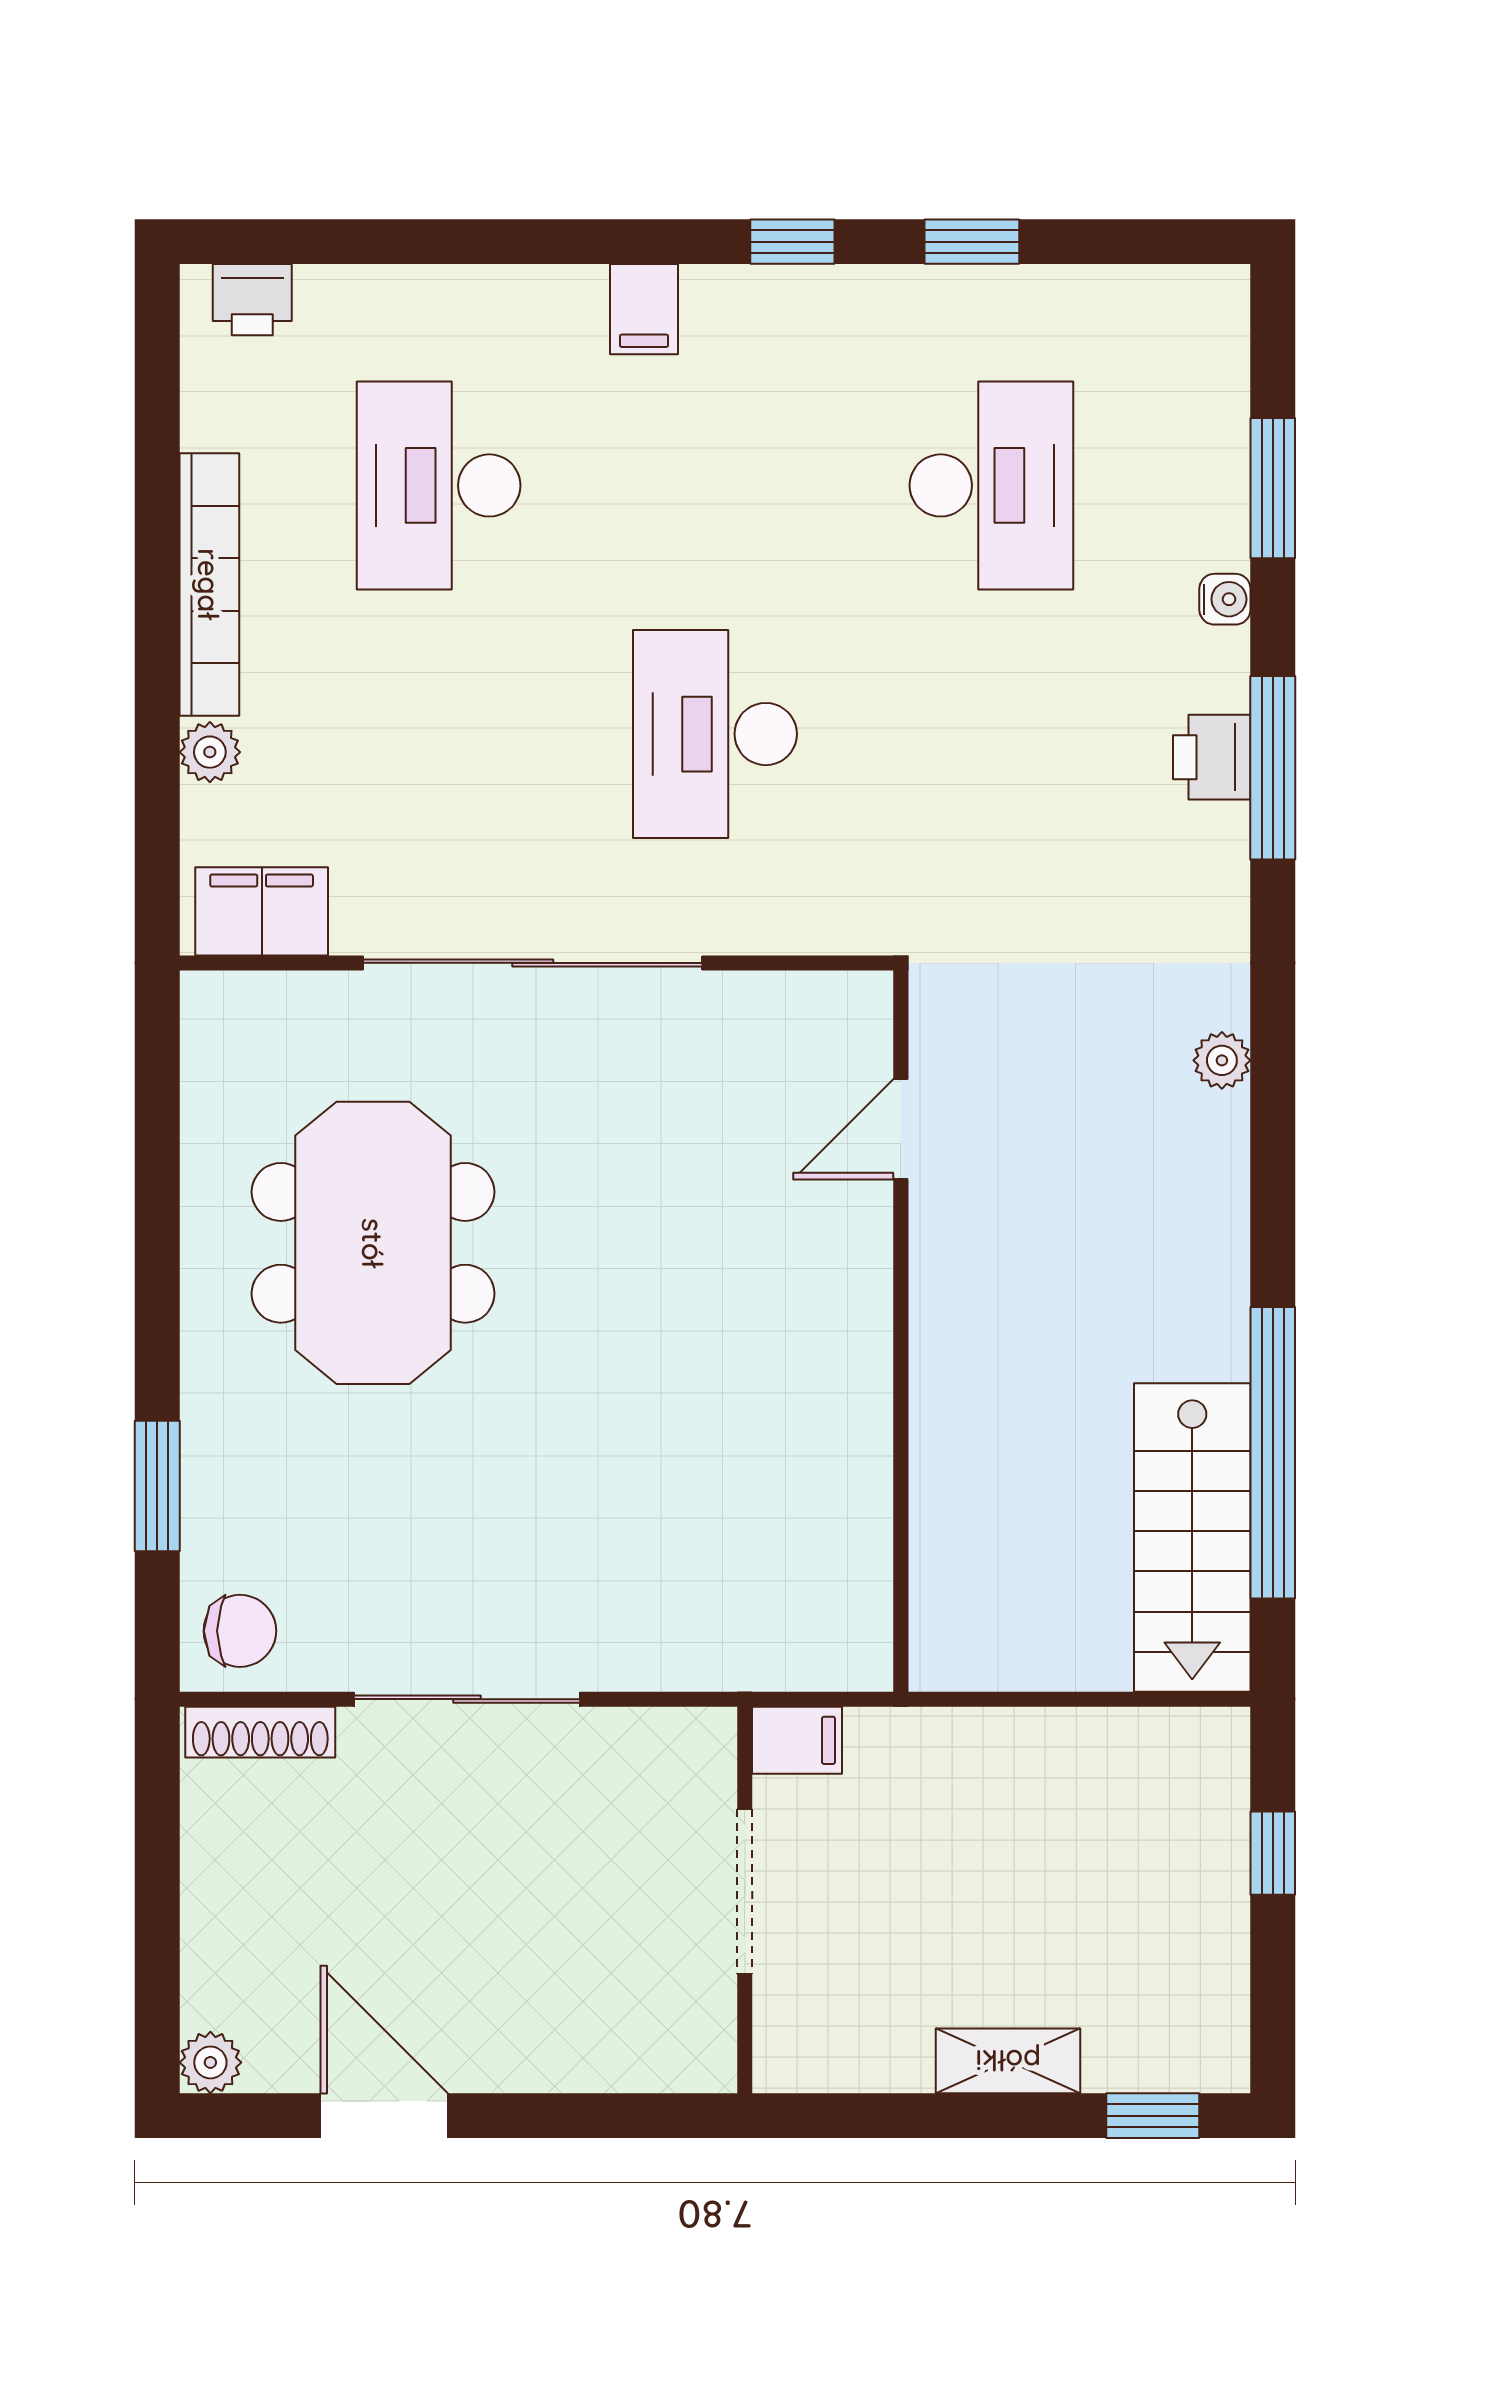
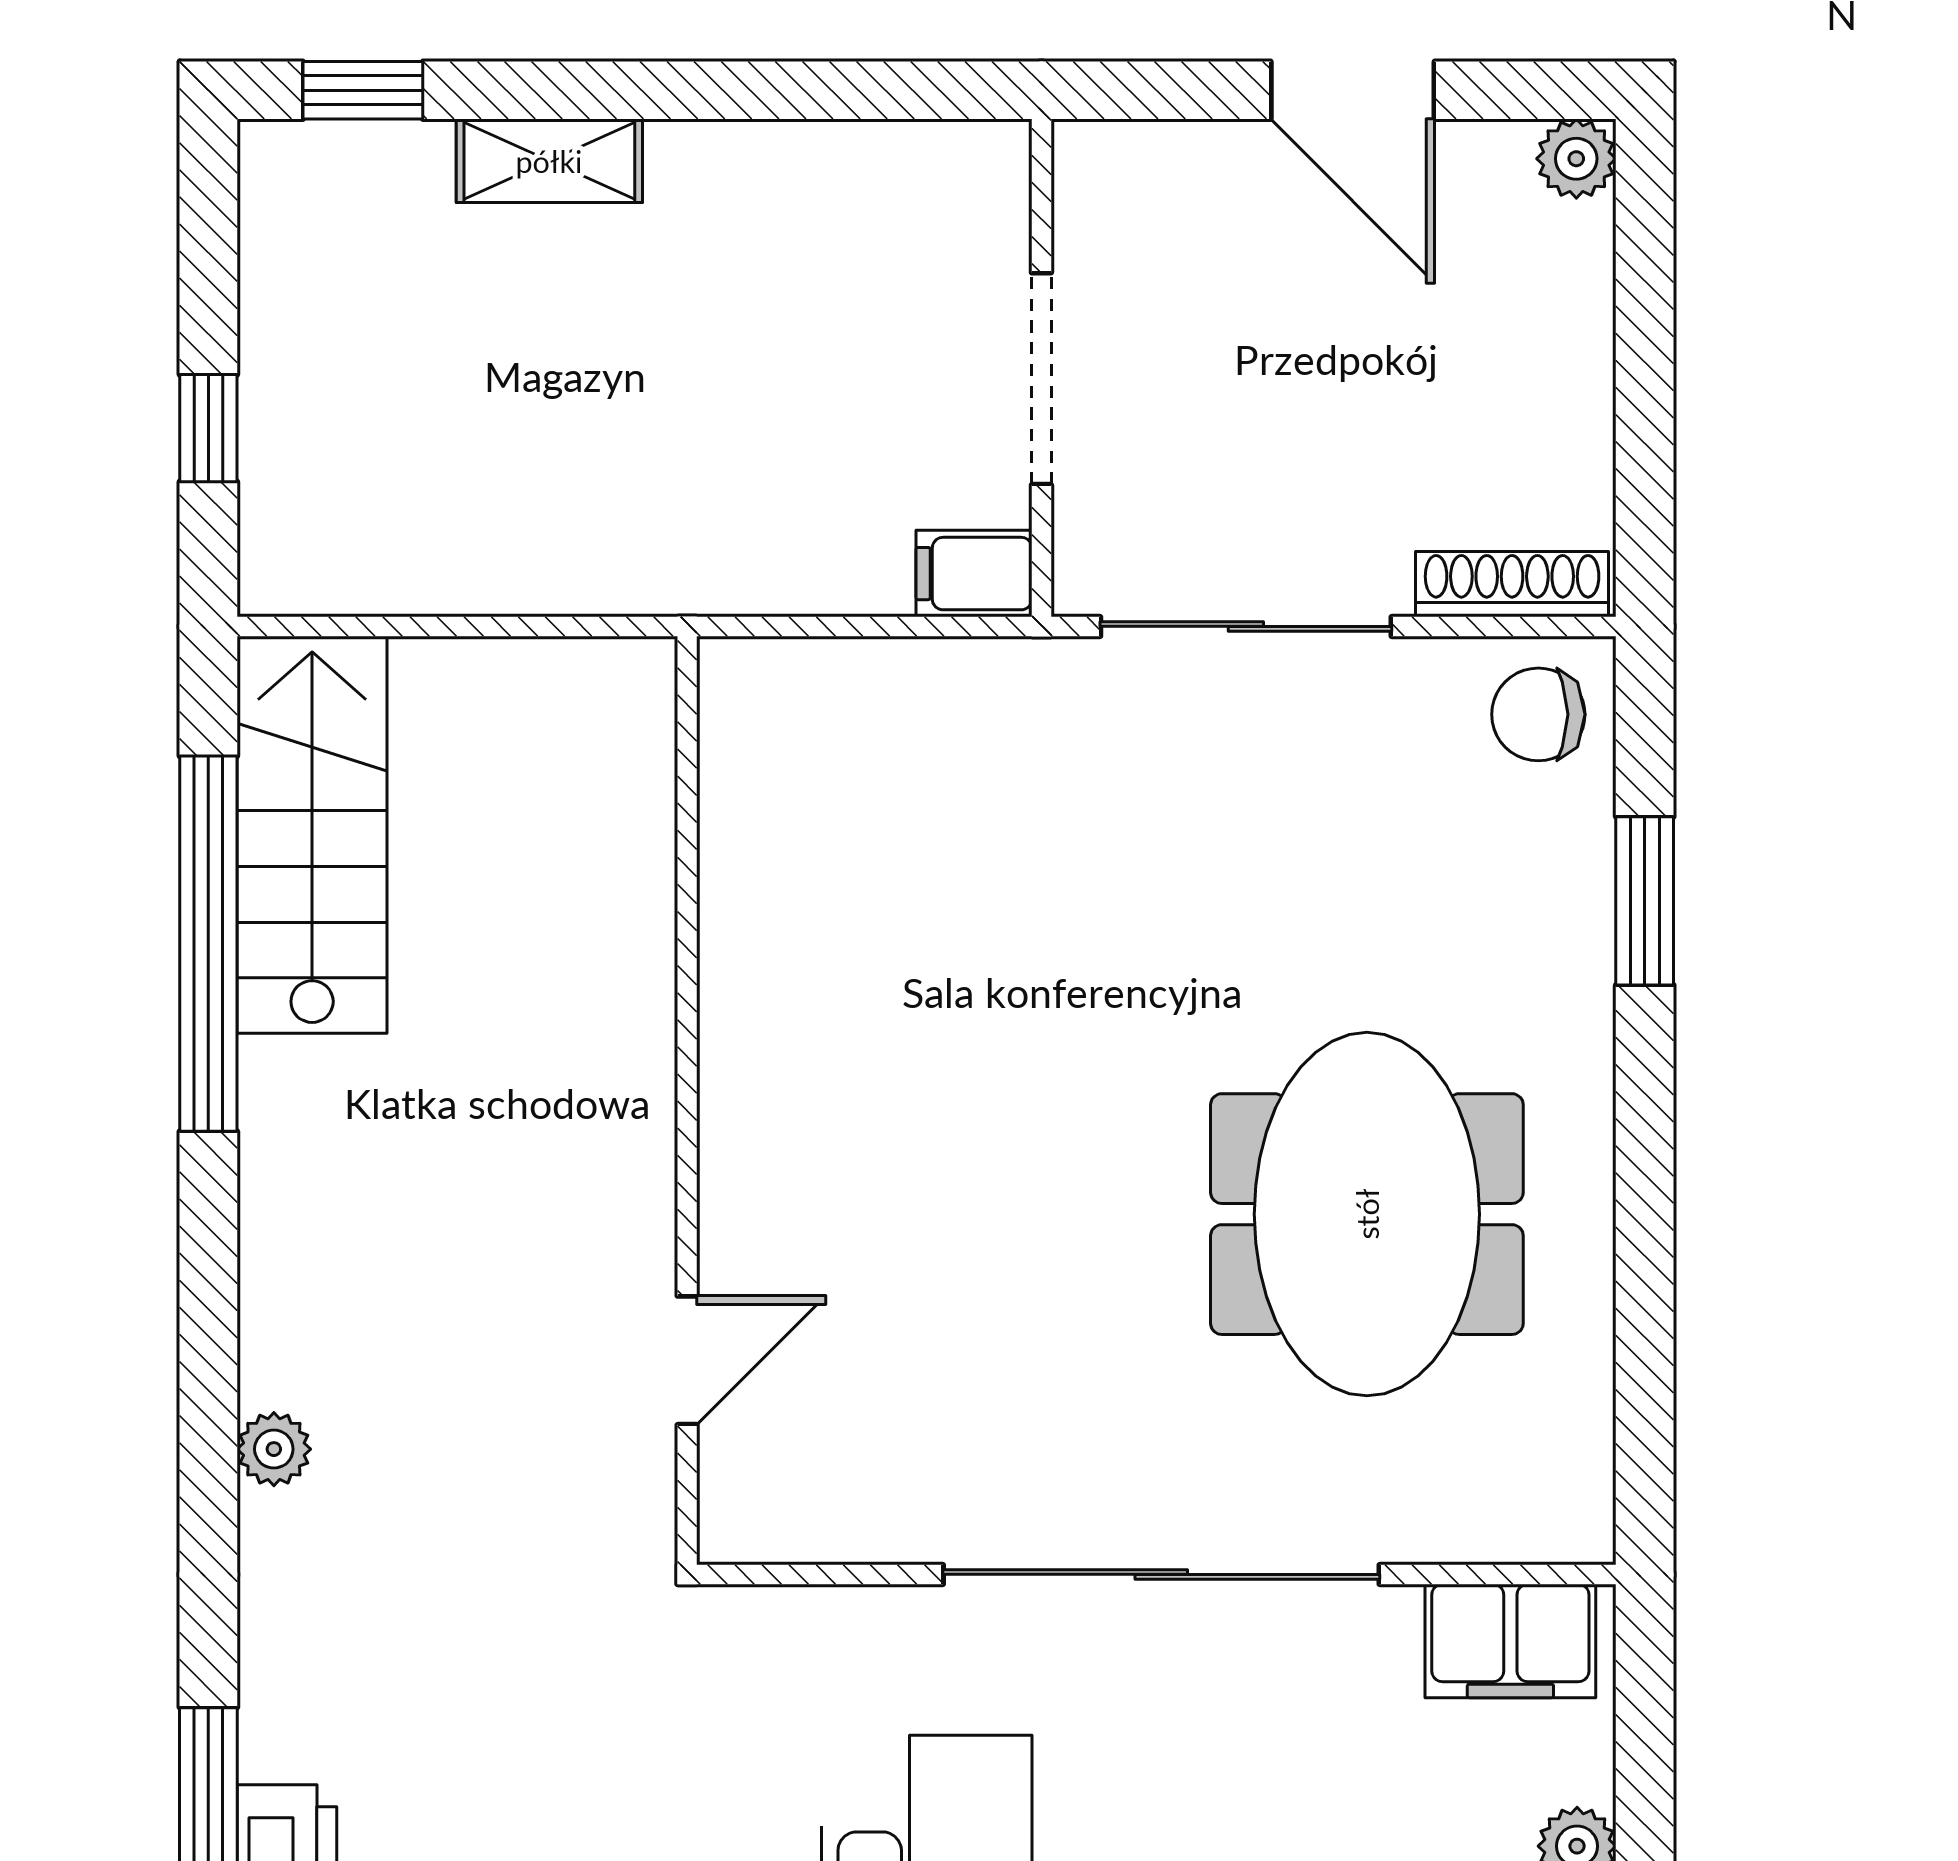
filing cabinet: (797, 1740) -> (974, 574), moved
doorway: (745, 1892) -> (1041, 379), moved
wall: (745, 1900) -> (1041, 368), moved

